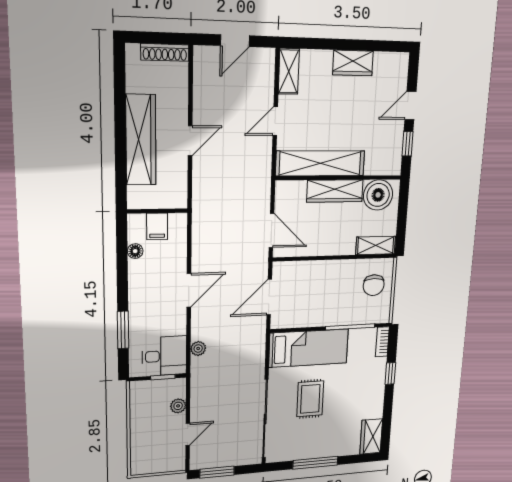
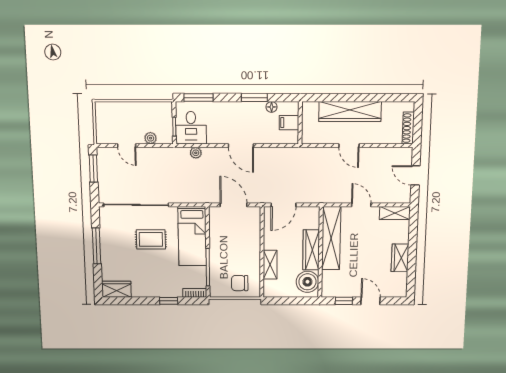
shelving: (376, 245) -> (270, 265), moved
window: (122, 275) -> (254, 98), added
window: (123, 330) -> (198, 98), moved

